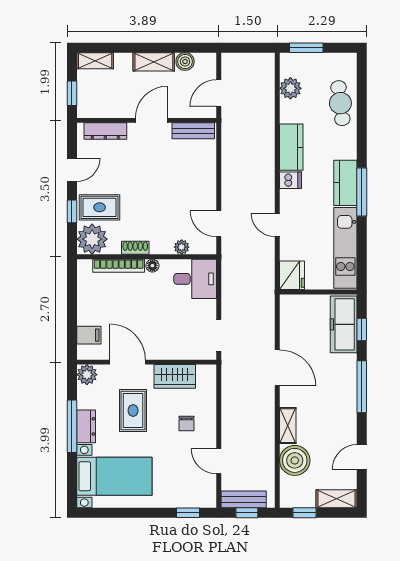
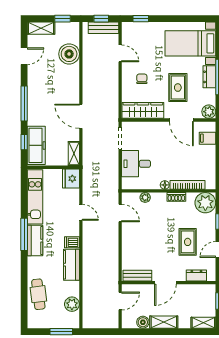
dresser: (105, 131) -> (196, 275), width x0.70
rug: (100, 207) -> (188, 242), moved, turned 90
desk: (195, 279) -> (136, 164), moved
wardrobe: (175, 376) -> (143, 110), width x1.50
shelving: (288, 426) -> (74, 153), moved

